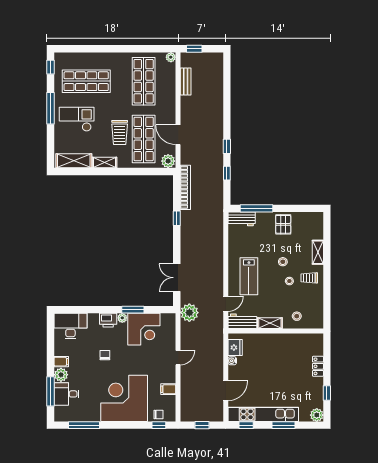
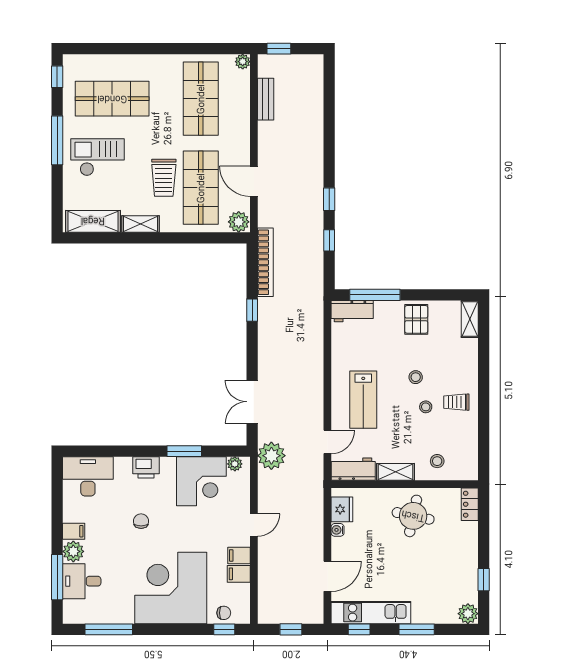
shelving: (318, 252) -> (470, 319), moved
plant: (122, 318) -> (235, 464), moved
round table: (281, 352) -> (413, 516), added
locker: (318, 366) -> (470, 504), moved
filing cabinet: (168, 377) -> (239, 555), added
kitchen unit: (263, 414) -> (371, 613), width x0.73

